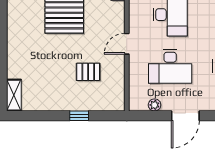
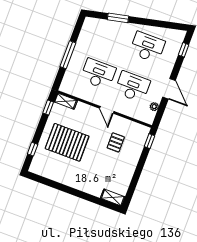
desk: (170, 66) -> (132, 87), turned -90
window: (79, 116) -> (149, 141), moved

